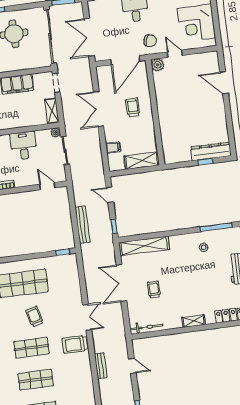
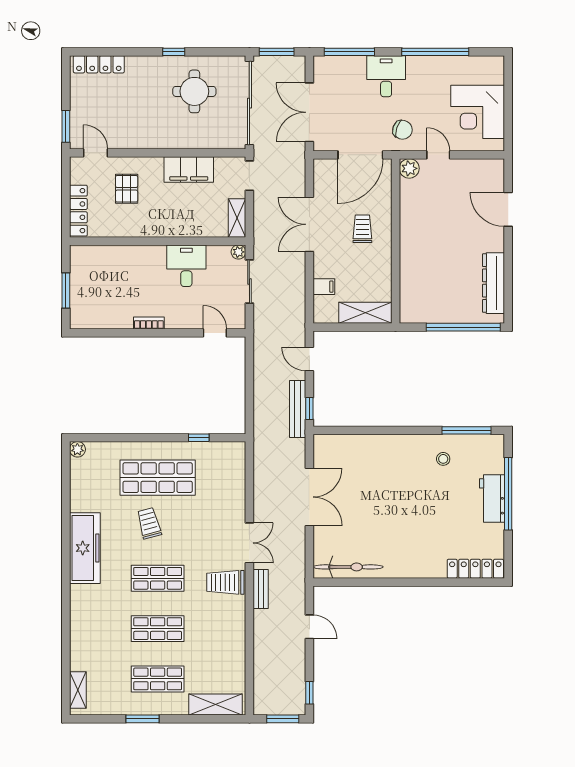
dresser: (211, 151) -> (493, 283), moved, turned -90
window: (205, 162) -> (463, 327), width x3.17
bench: (82, 225) -> (298, 409), moved
shelving: (144, 246) -> (352, 445), removed
window: (63, 252) -> (199, 438), moved
double door: (121, 283) -> (309, 497), swing flipped
trolley: (154, 290) -> (358, 514), removed
trolley: (34, 317) -> (149, 523), moved
shelving: (194, 321) -> (413, 570), removed
bicycle: (146, 327) -> (348, 567), width x1.37, depth x1.40
bench: (101, 366) -> (261, 589), moved

